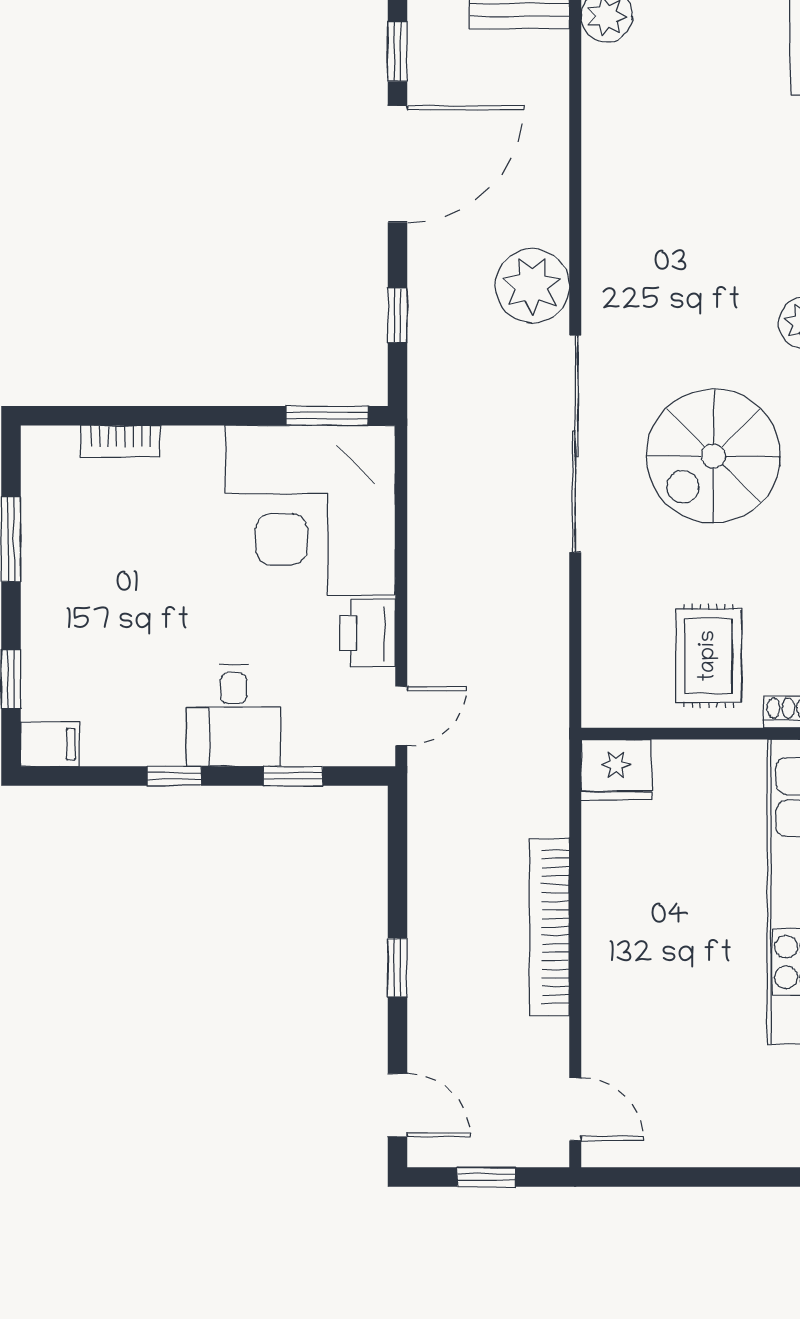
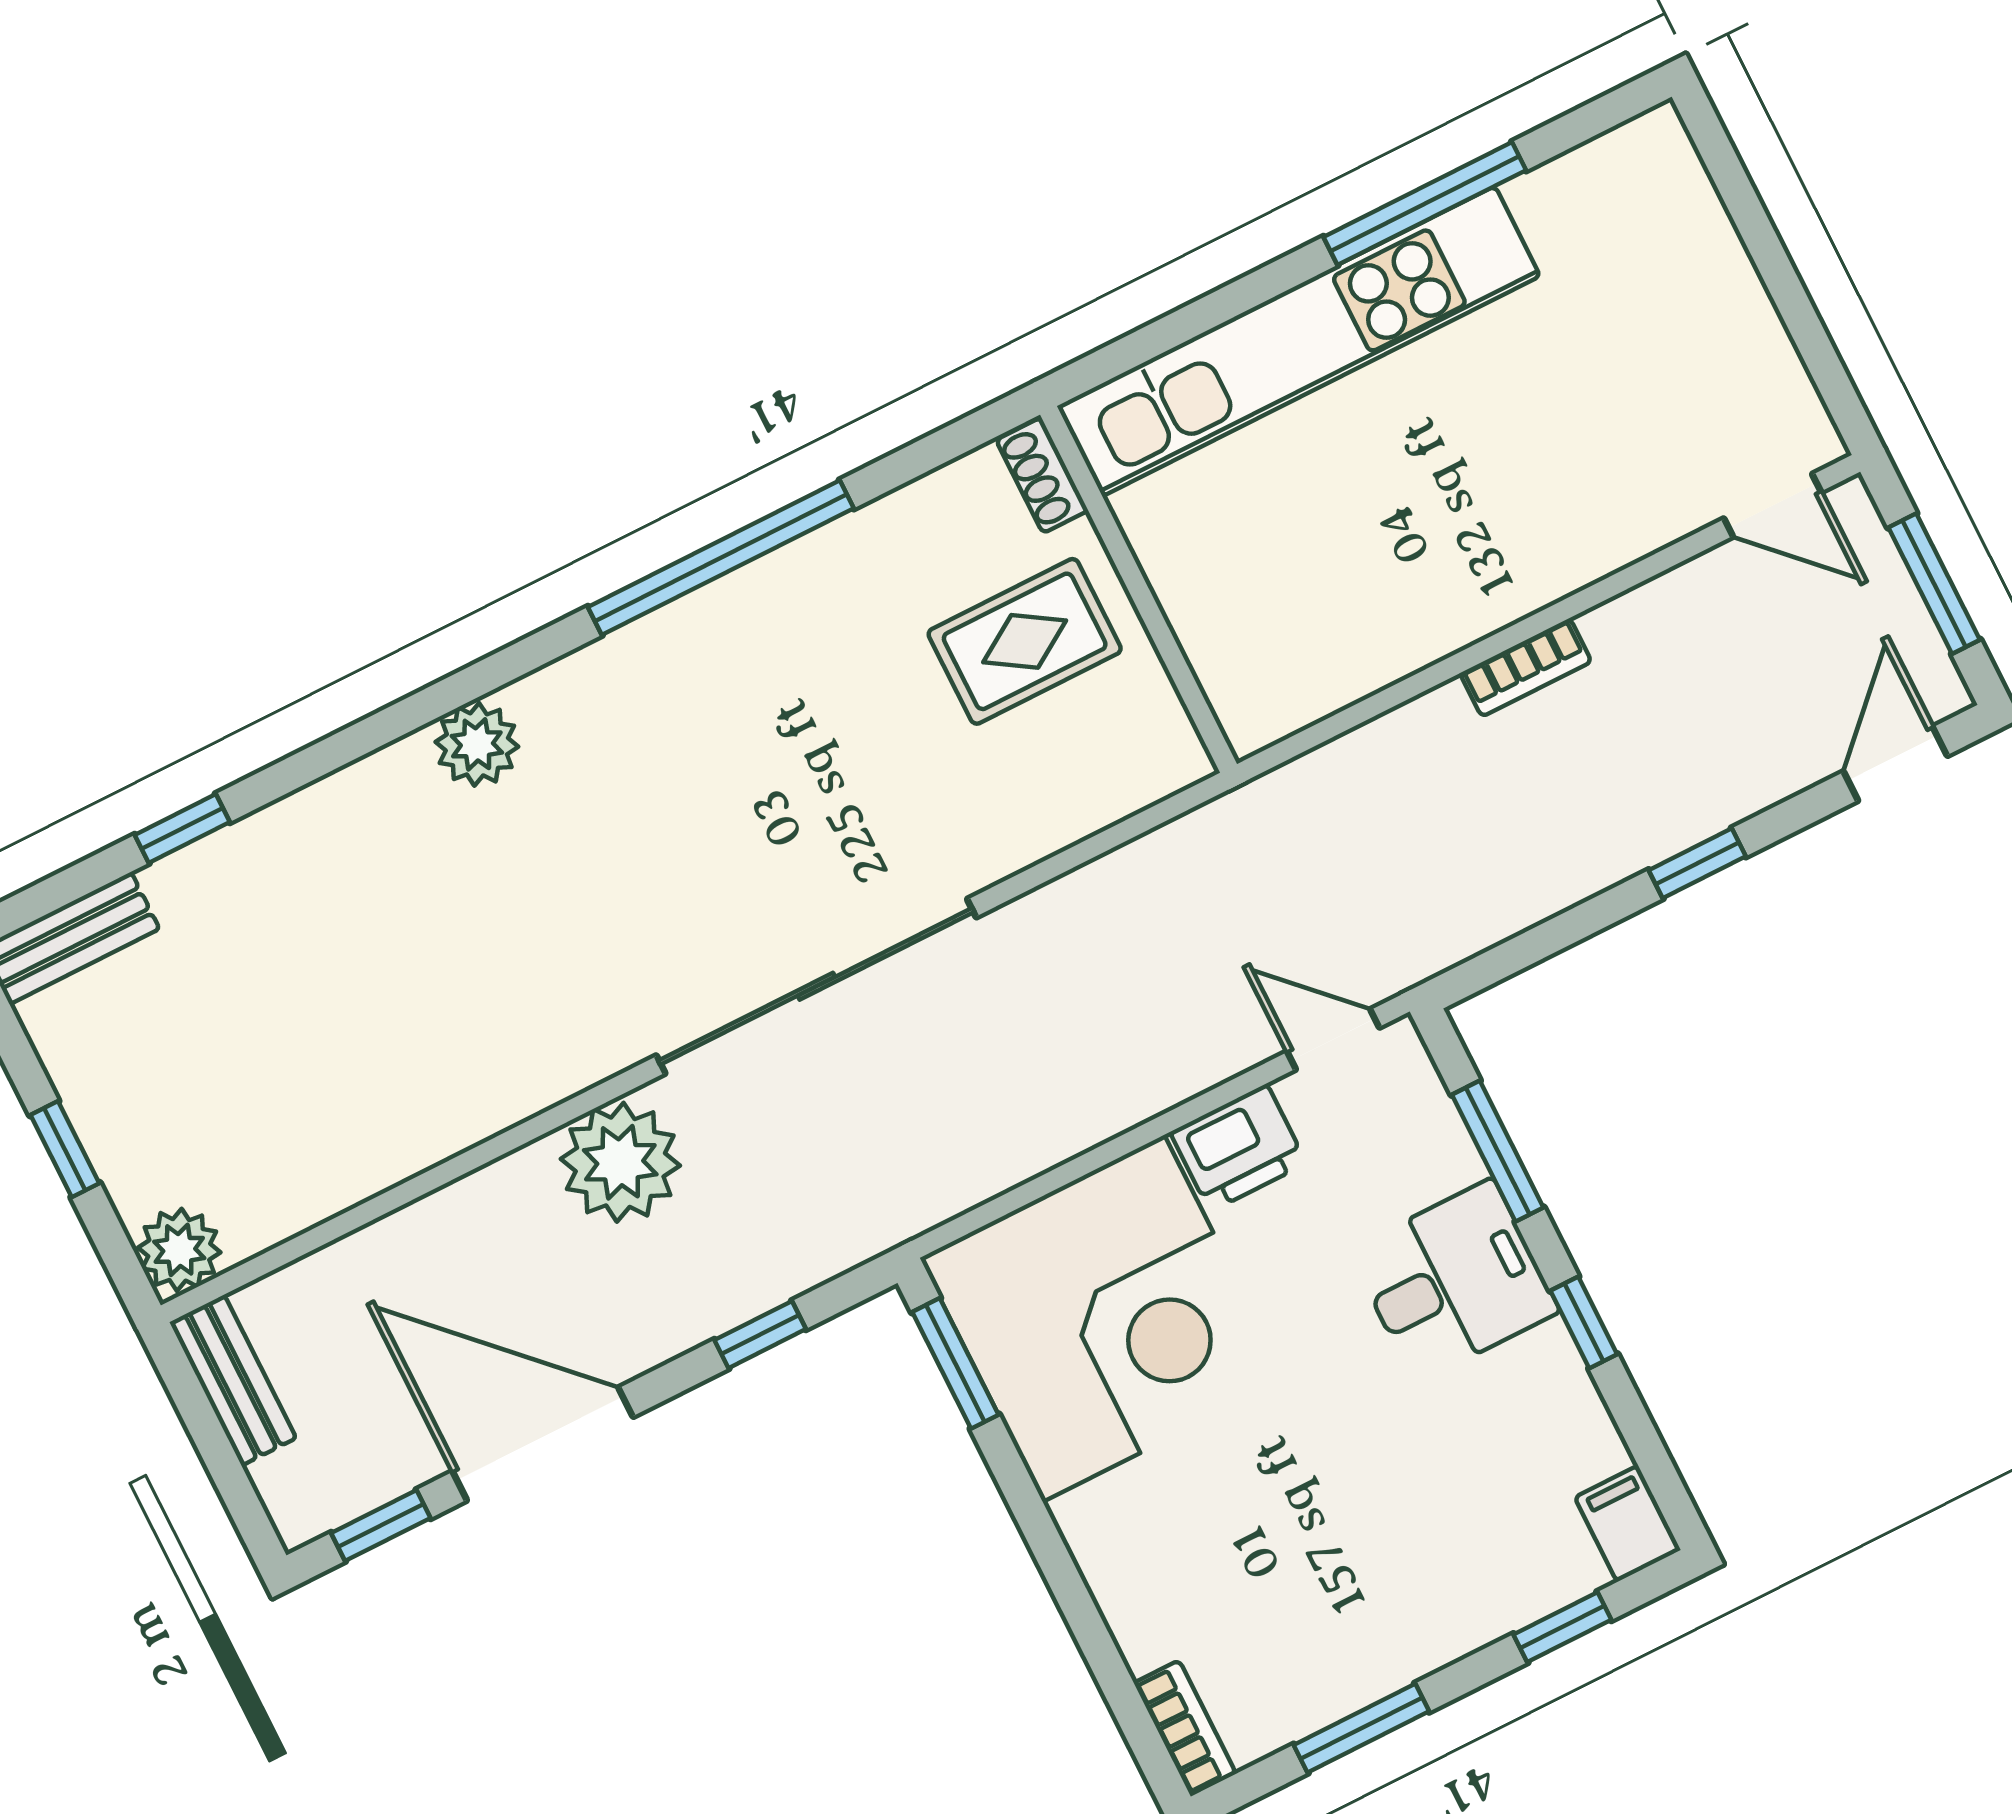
bookcase: (121, 441) -> (1185, 1728), moved
spiral stairs: (713, 456) -> (734, 779), removed
fridge: (616, 770) -> (1255, 691), removed
window: (293, 776) -> (1498, 1151), width x1.50
bookcase: (549, 927) -> (1526, 667), width x0.43, depth x0.76
door: (575, 1109) -> (1773, 505), swing flipped
window: (487, 1177) -> (1934, 584), width x1.50

